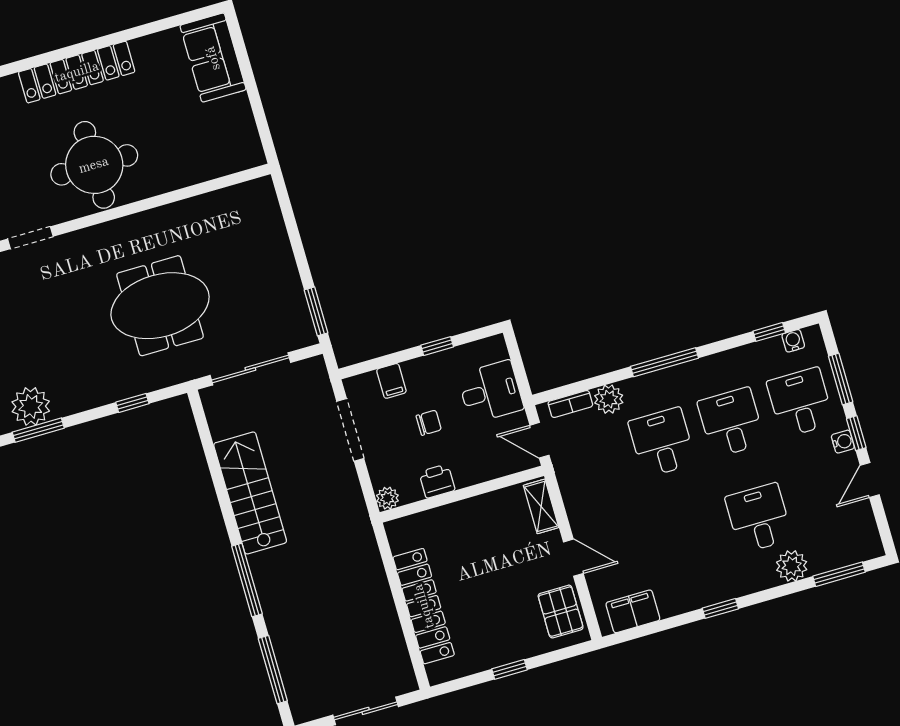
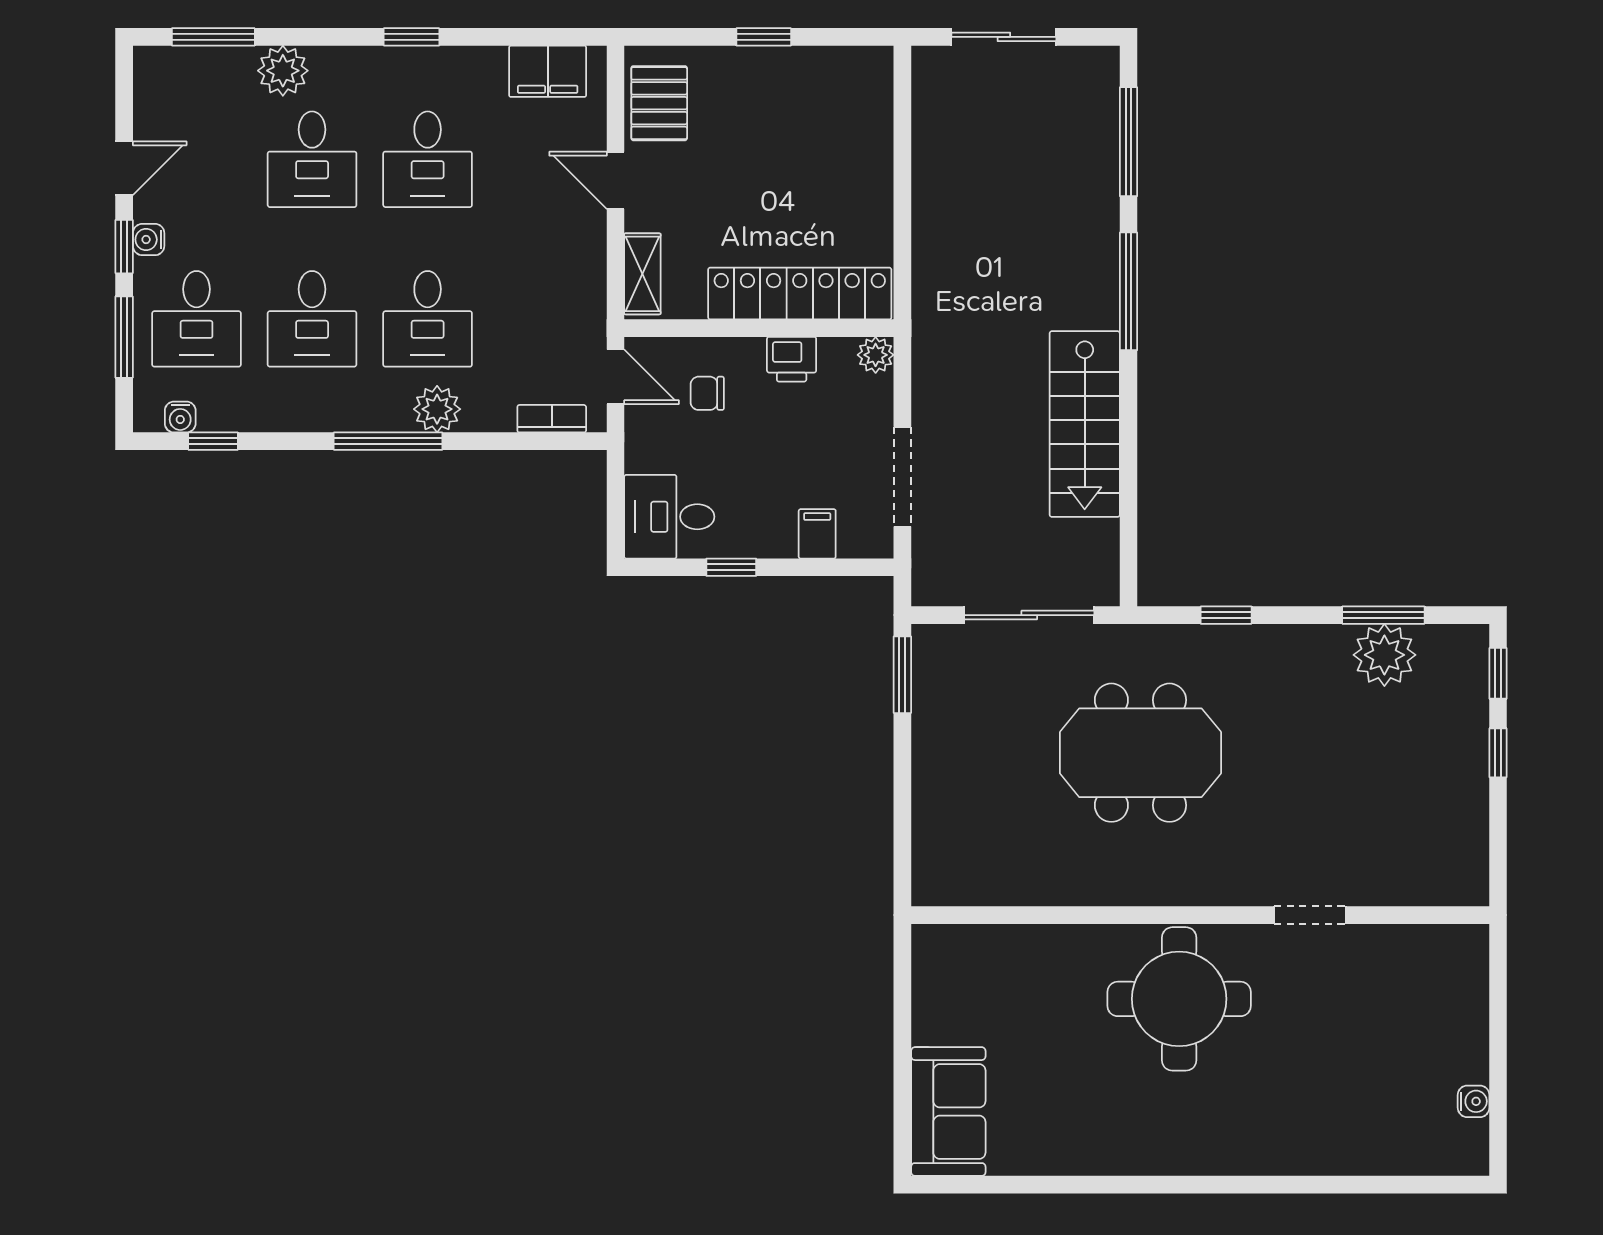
locker: (77, 72) -> (1165, 1150), removed
desk: (491, 392) -> (669, 517), moved
plant: (609, 399) -> (437, 409), moved
chair: (429, 423) -> (707, 393), moved
desk: (690, 538) -> (428, 159), added
locker: (424, 606) -> (800, 294), moved, turned 90

